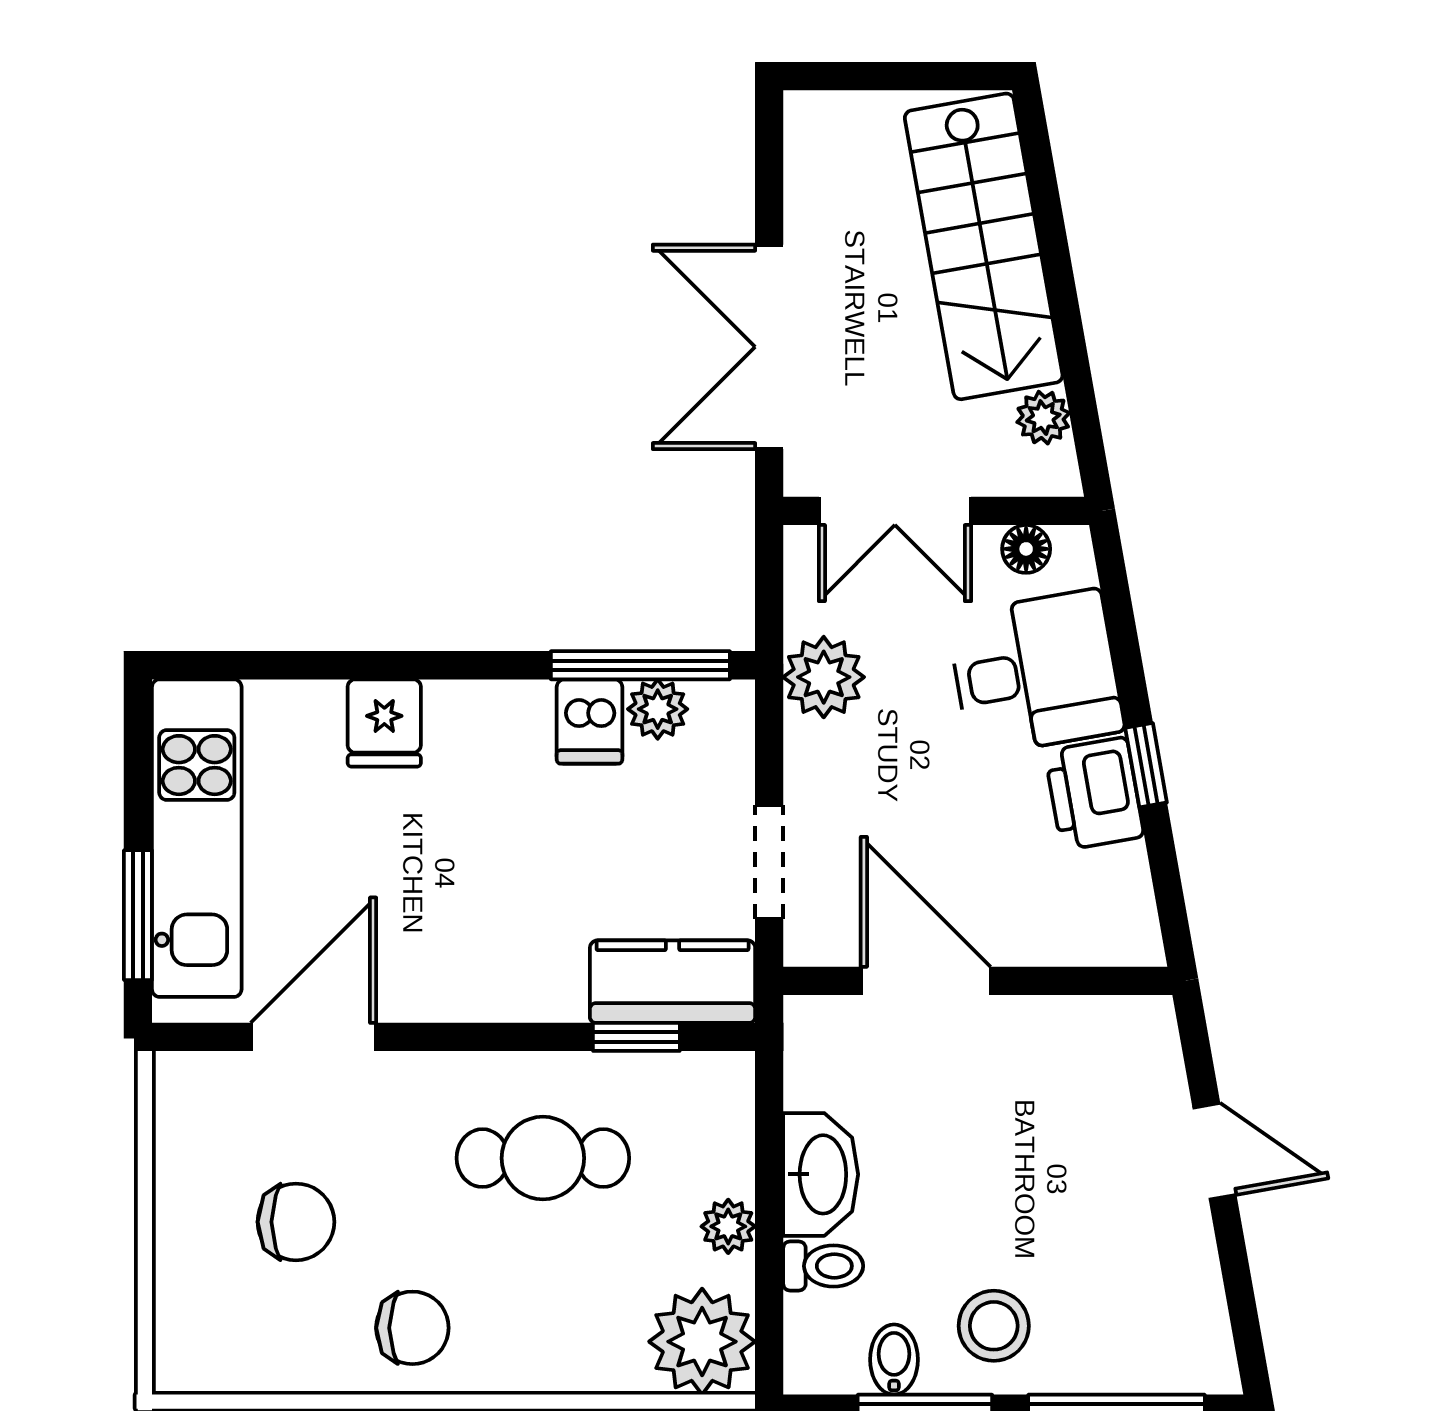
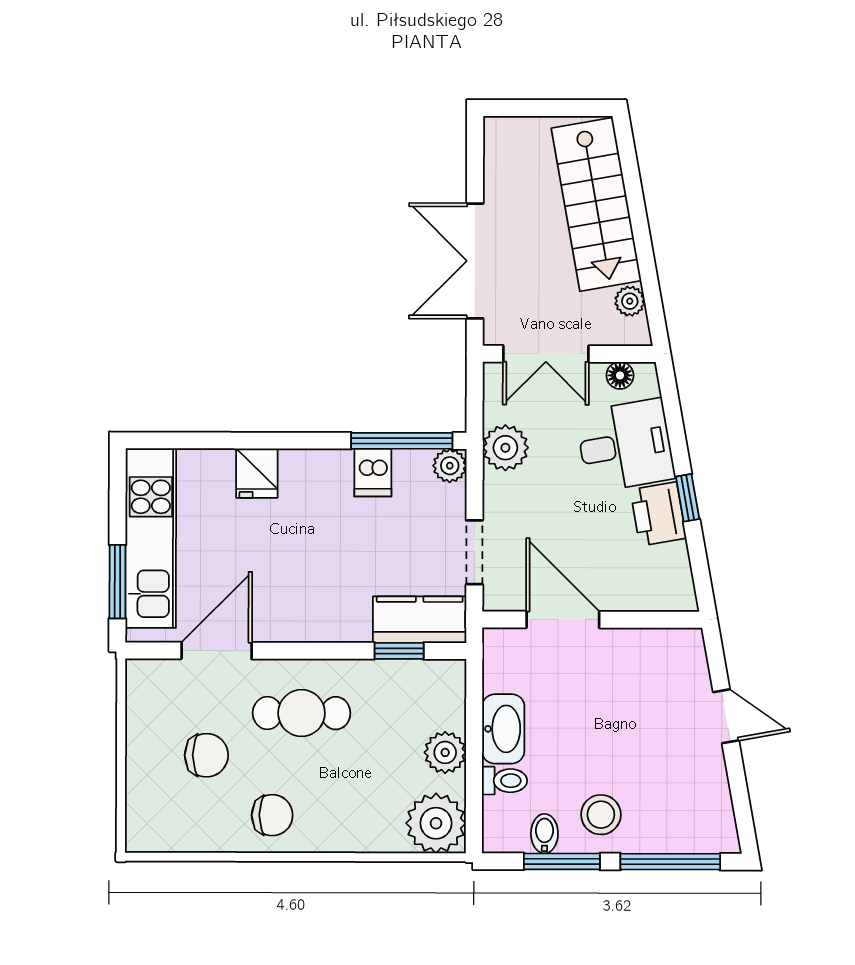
plant: (658, 709) -> (450, 466), moved
cafe table: (543, 1158) -> (302, 713), moved
plant: (728, 1226) -> (445, 752), width x1.38, depth x1.38

